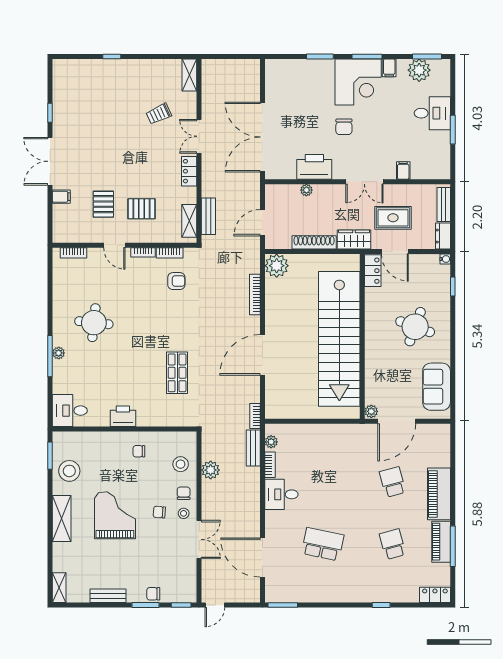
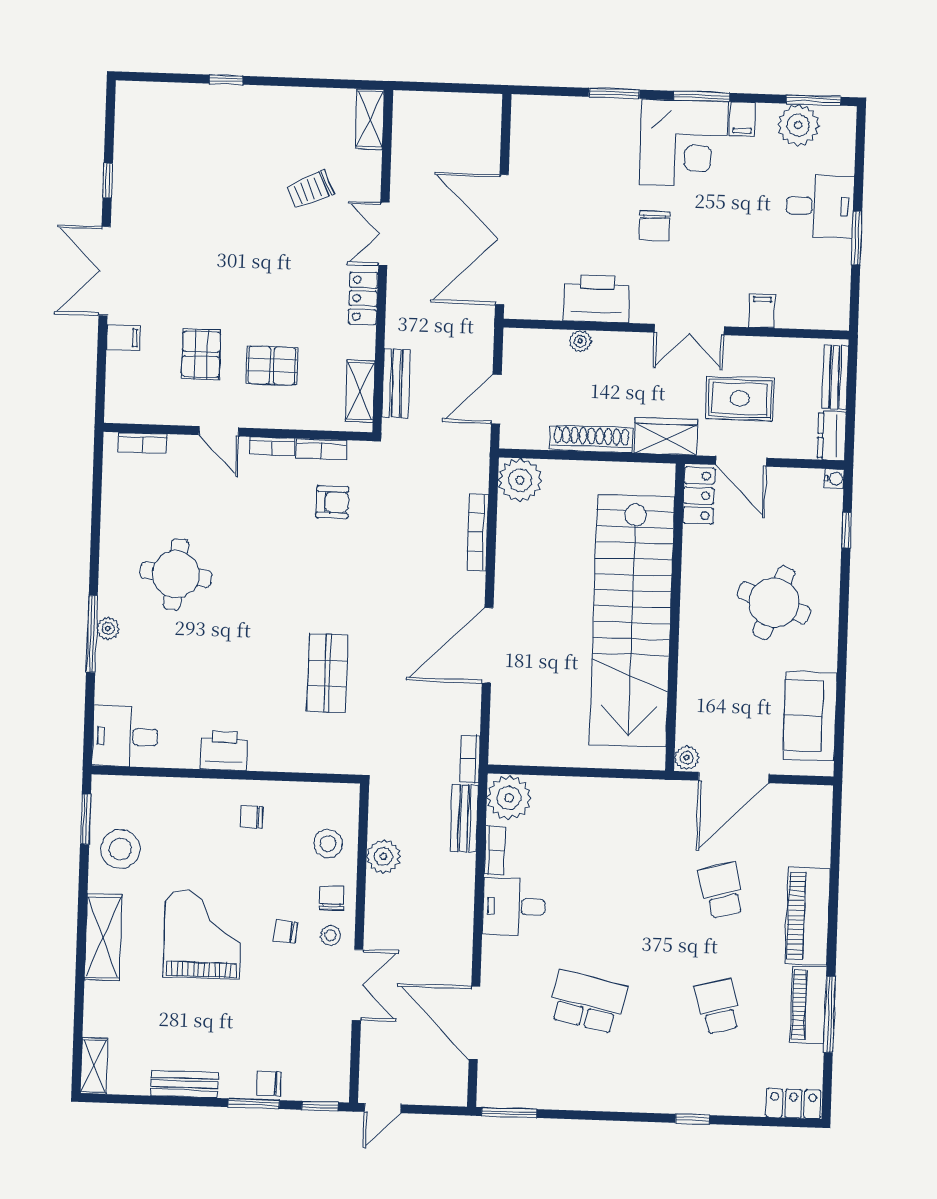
plant: (271, 442) -> (509, 798), width x1.87, depth x1.87

